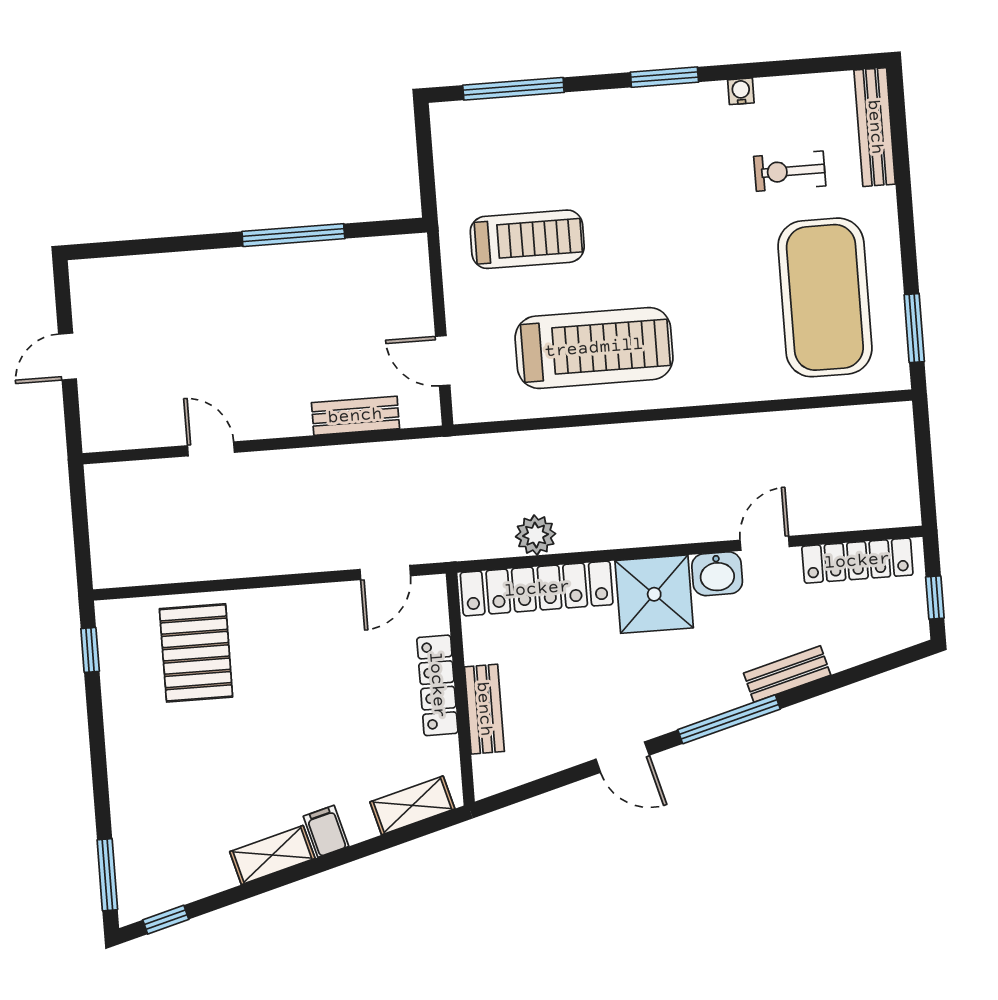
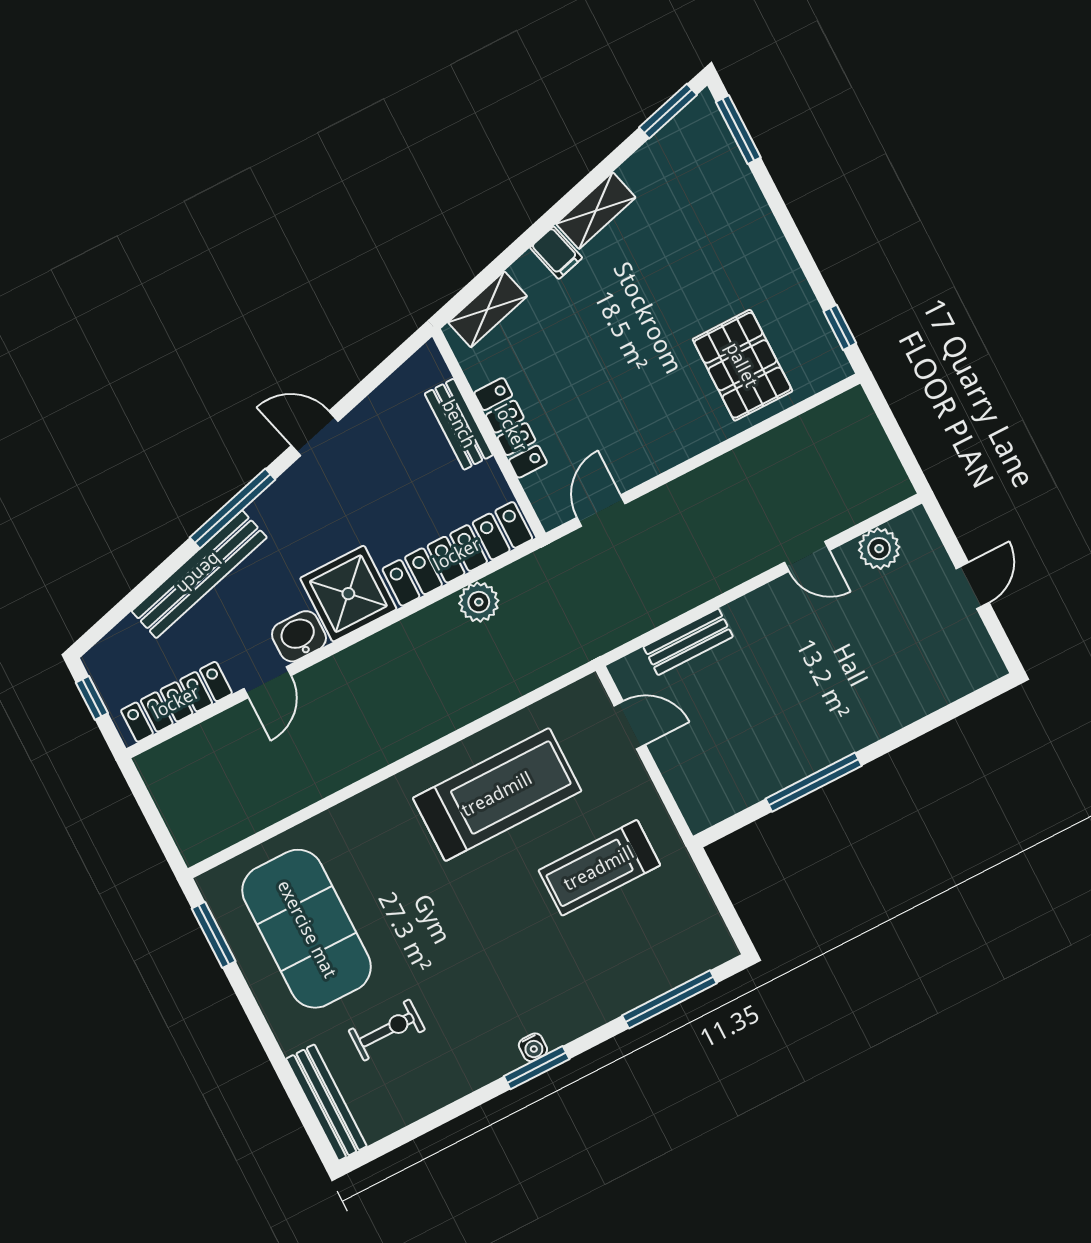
water cooler: (741, 91) -> (533, 1047), moved
treadmill: (594, 348) -> (497, 794), turned 180
plant: (140, 428) -> (879, 549), added
bench: (787, 674) -> (199, 574), width x1.86, depth x1.21
window: (166, 920) -> (668, 111), width x1.50

